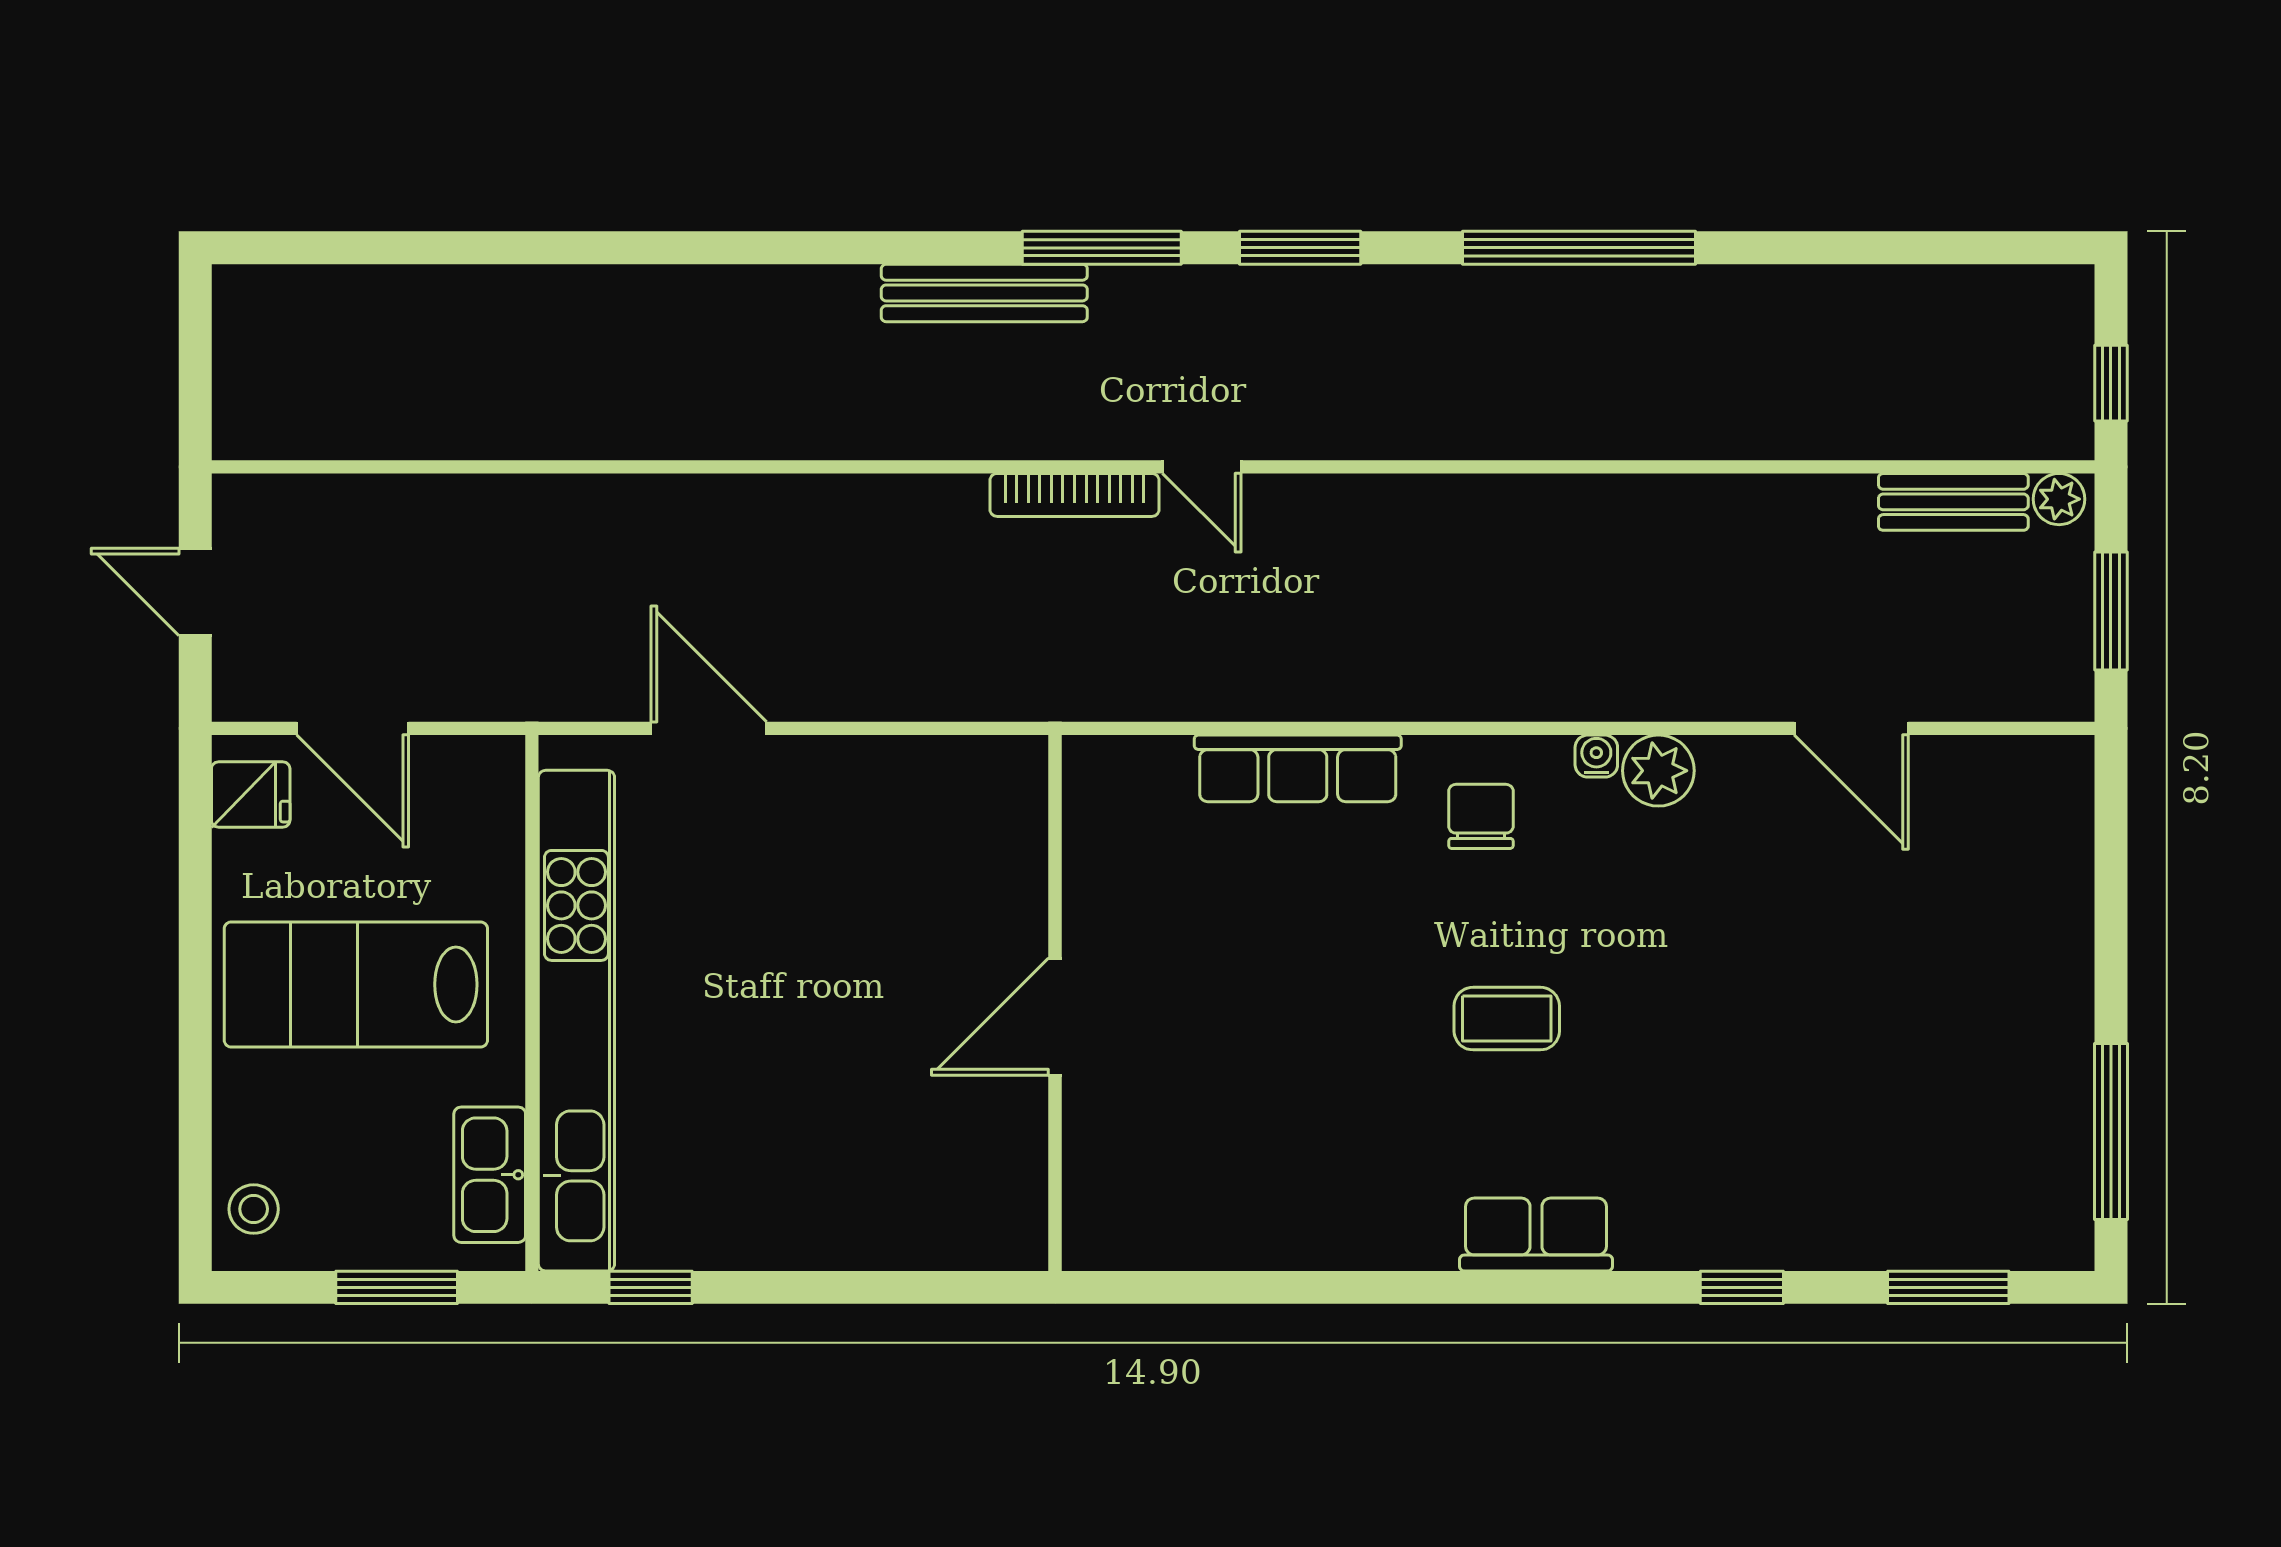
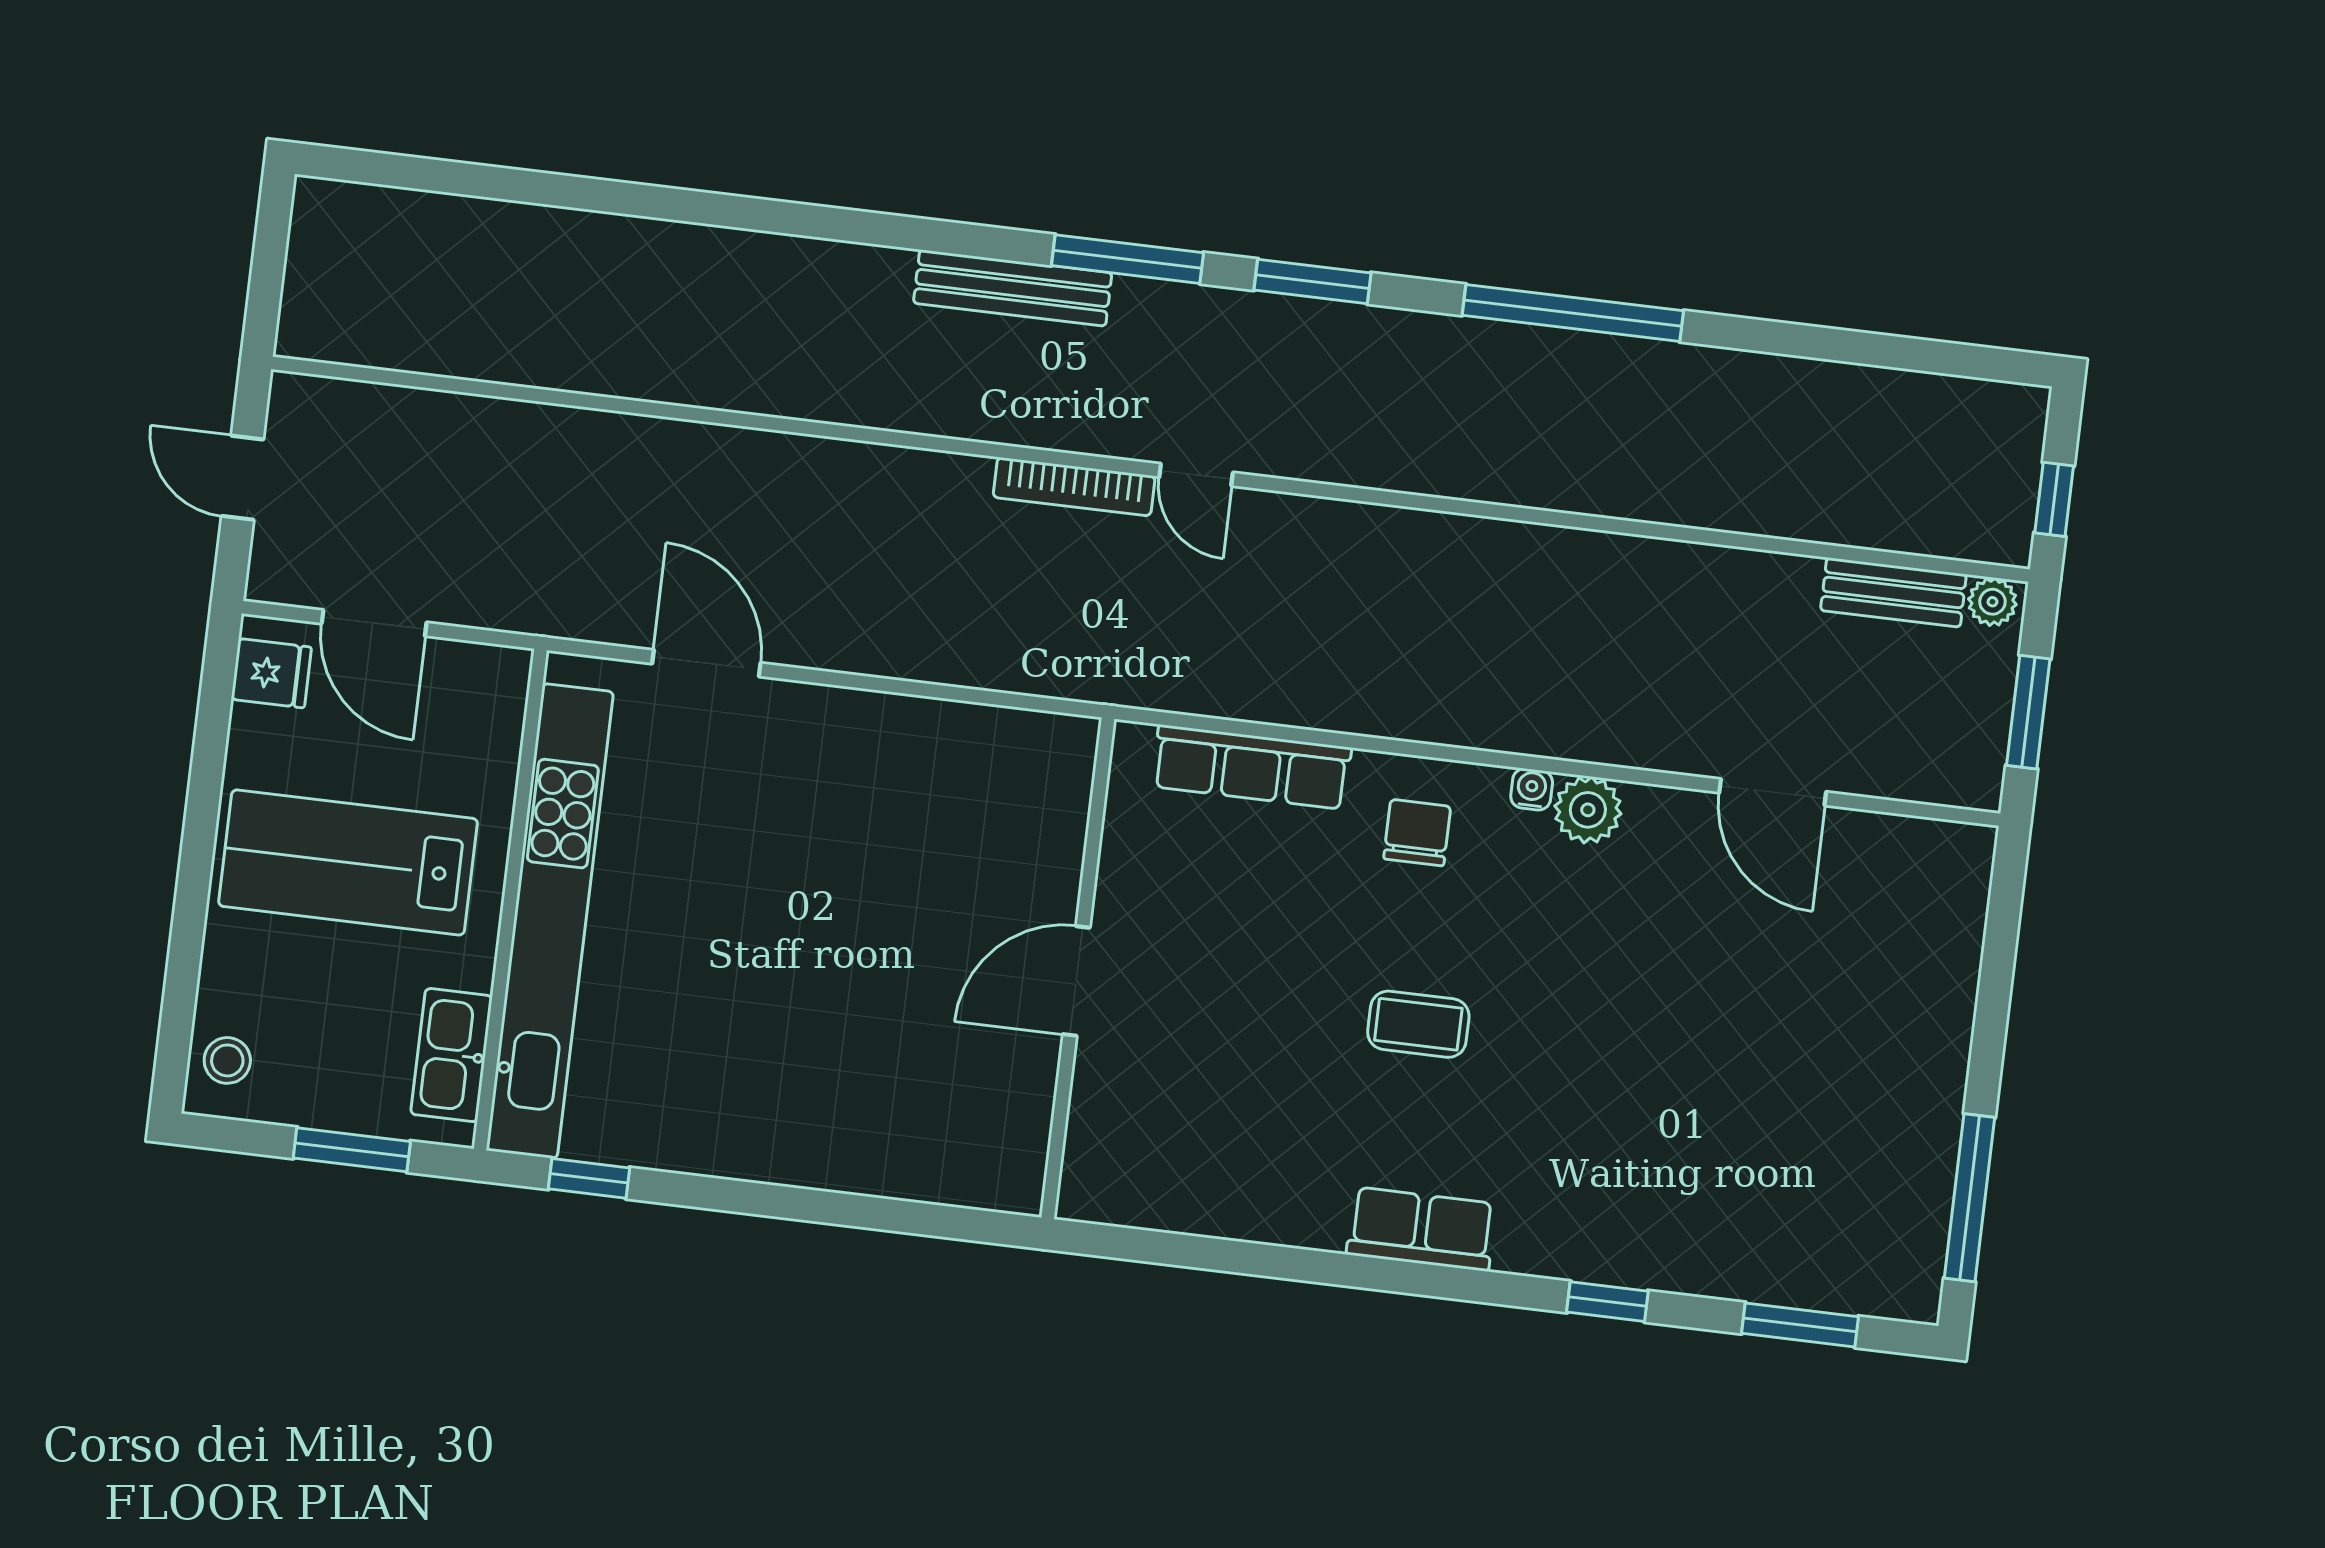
wall: (1055, 1003) -> (1078, 968), moved
door: (1055, 1017) -> (1076, 981), moved

